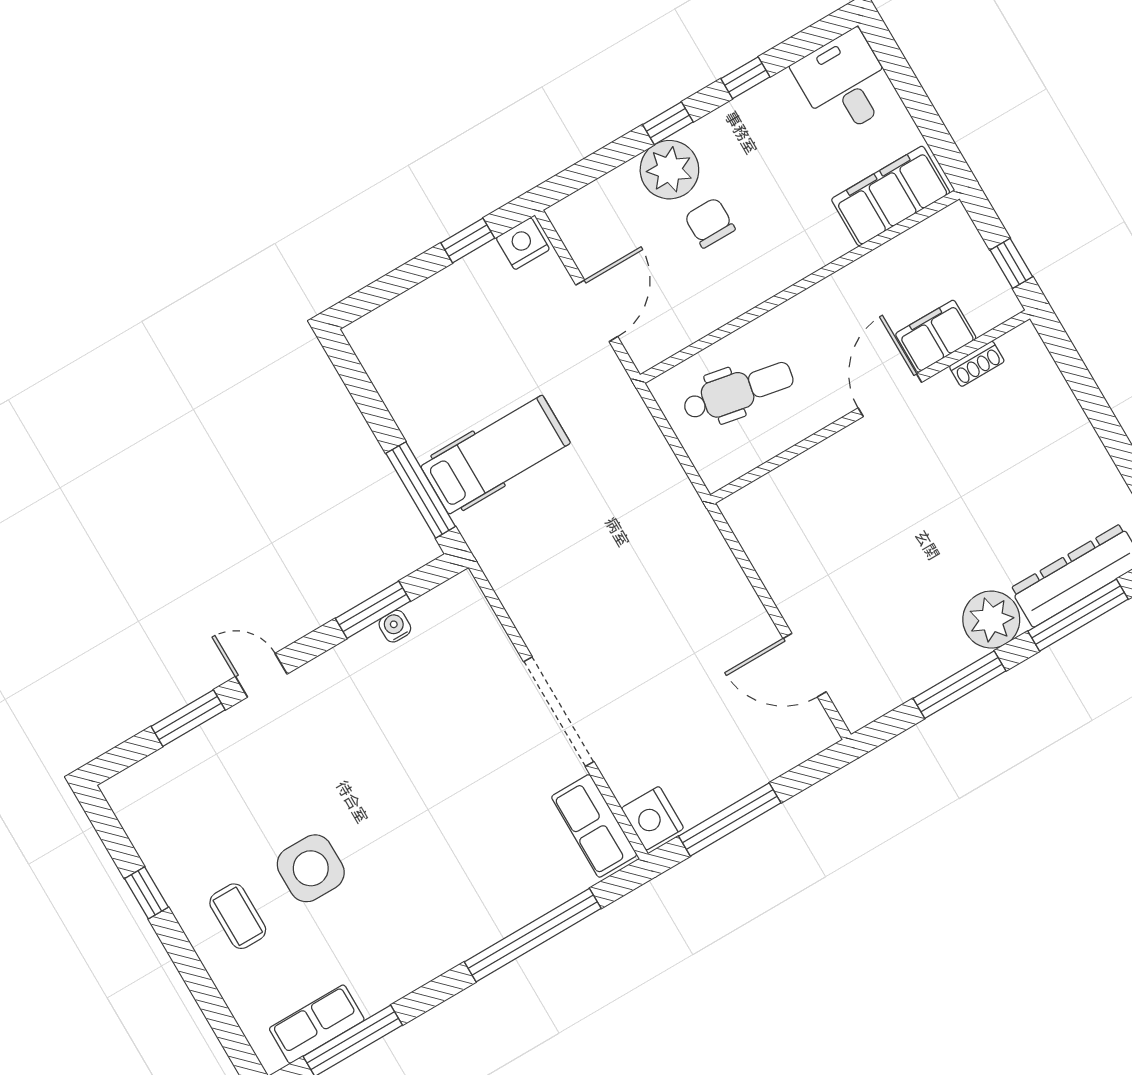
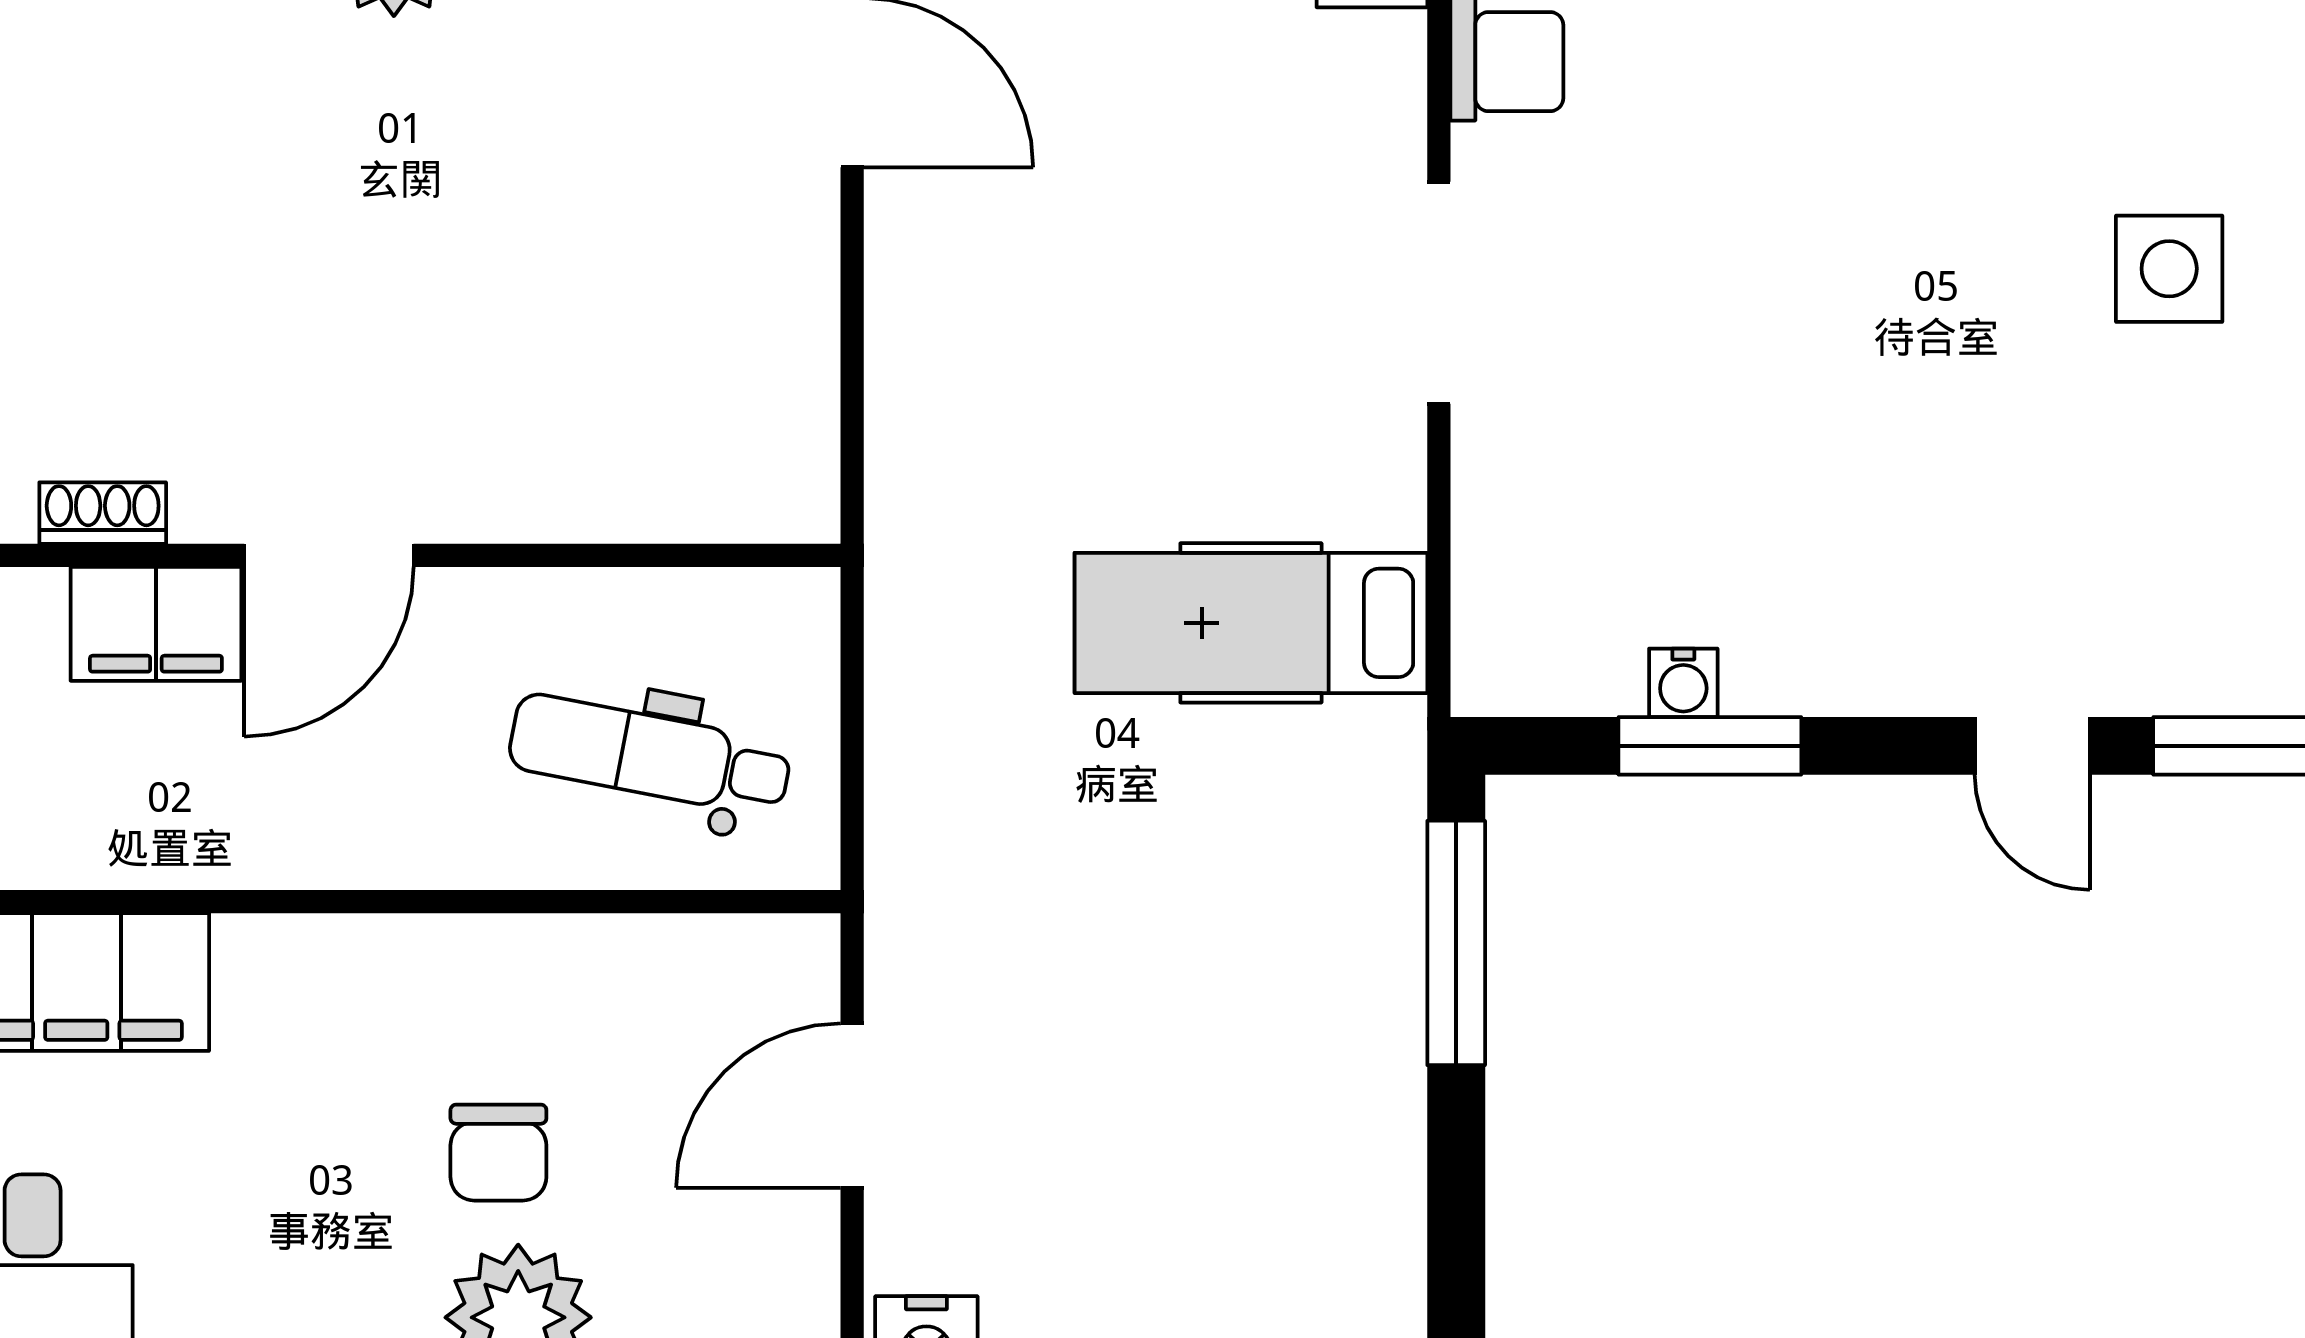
hospital bed: (496, 455) -> (1251, 623), moved
doorway: (559, 712) -> (1439, 293), width x0.73
side table: (311, 868) -> (2169, 269), width x0.73, depth x0.73

